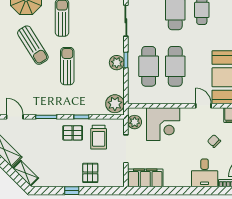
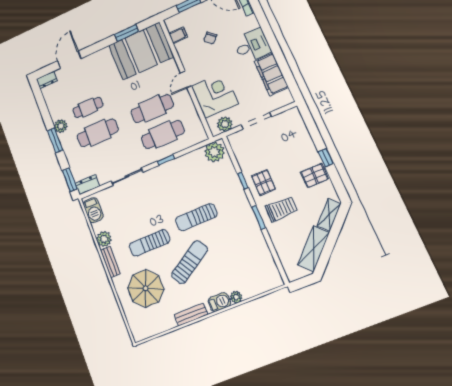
plant: (117, 63) -> (172, 168), removed
door: (203, 106) -> (186, 79), moved
door: (15, 117) -> (273, 251), removed
trolley: (99, 137) -> (281, 209), moved
pallet: (90, 173) -> (314, 176), moved
desk: (205, 173) -> (252, 46), moved
filing cabinet: (145, 178) -> (271, 74), moved

